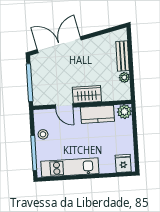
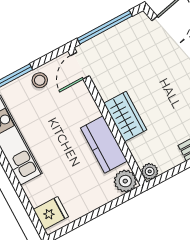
plant: (124, 77) -> (150, 171), moved
door: (64, 106) -> (80, 66), moved

